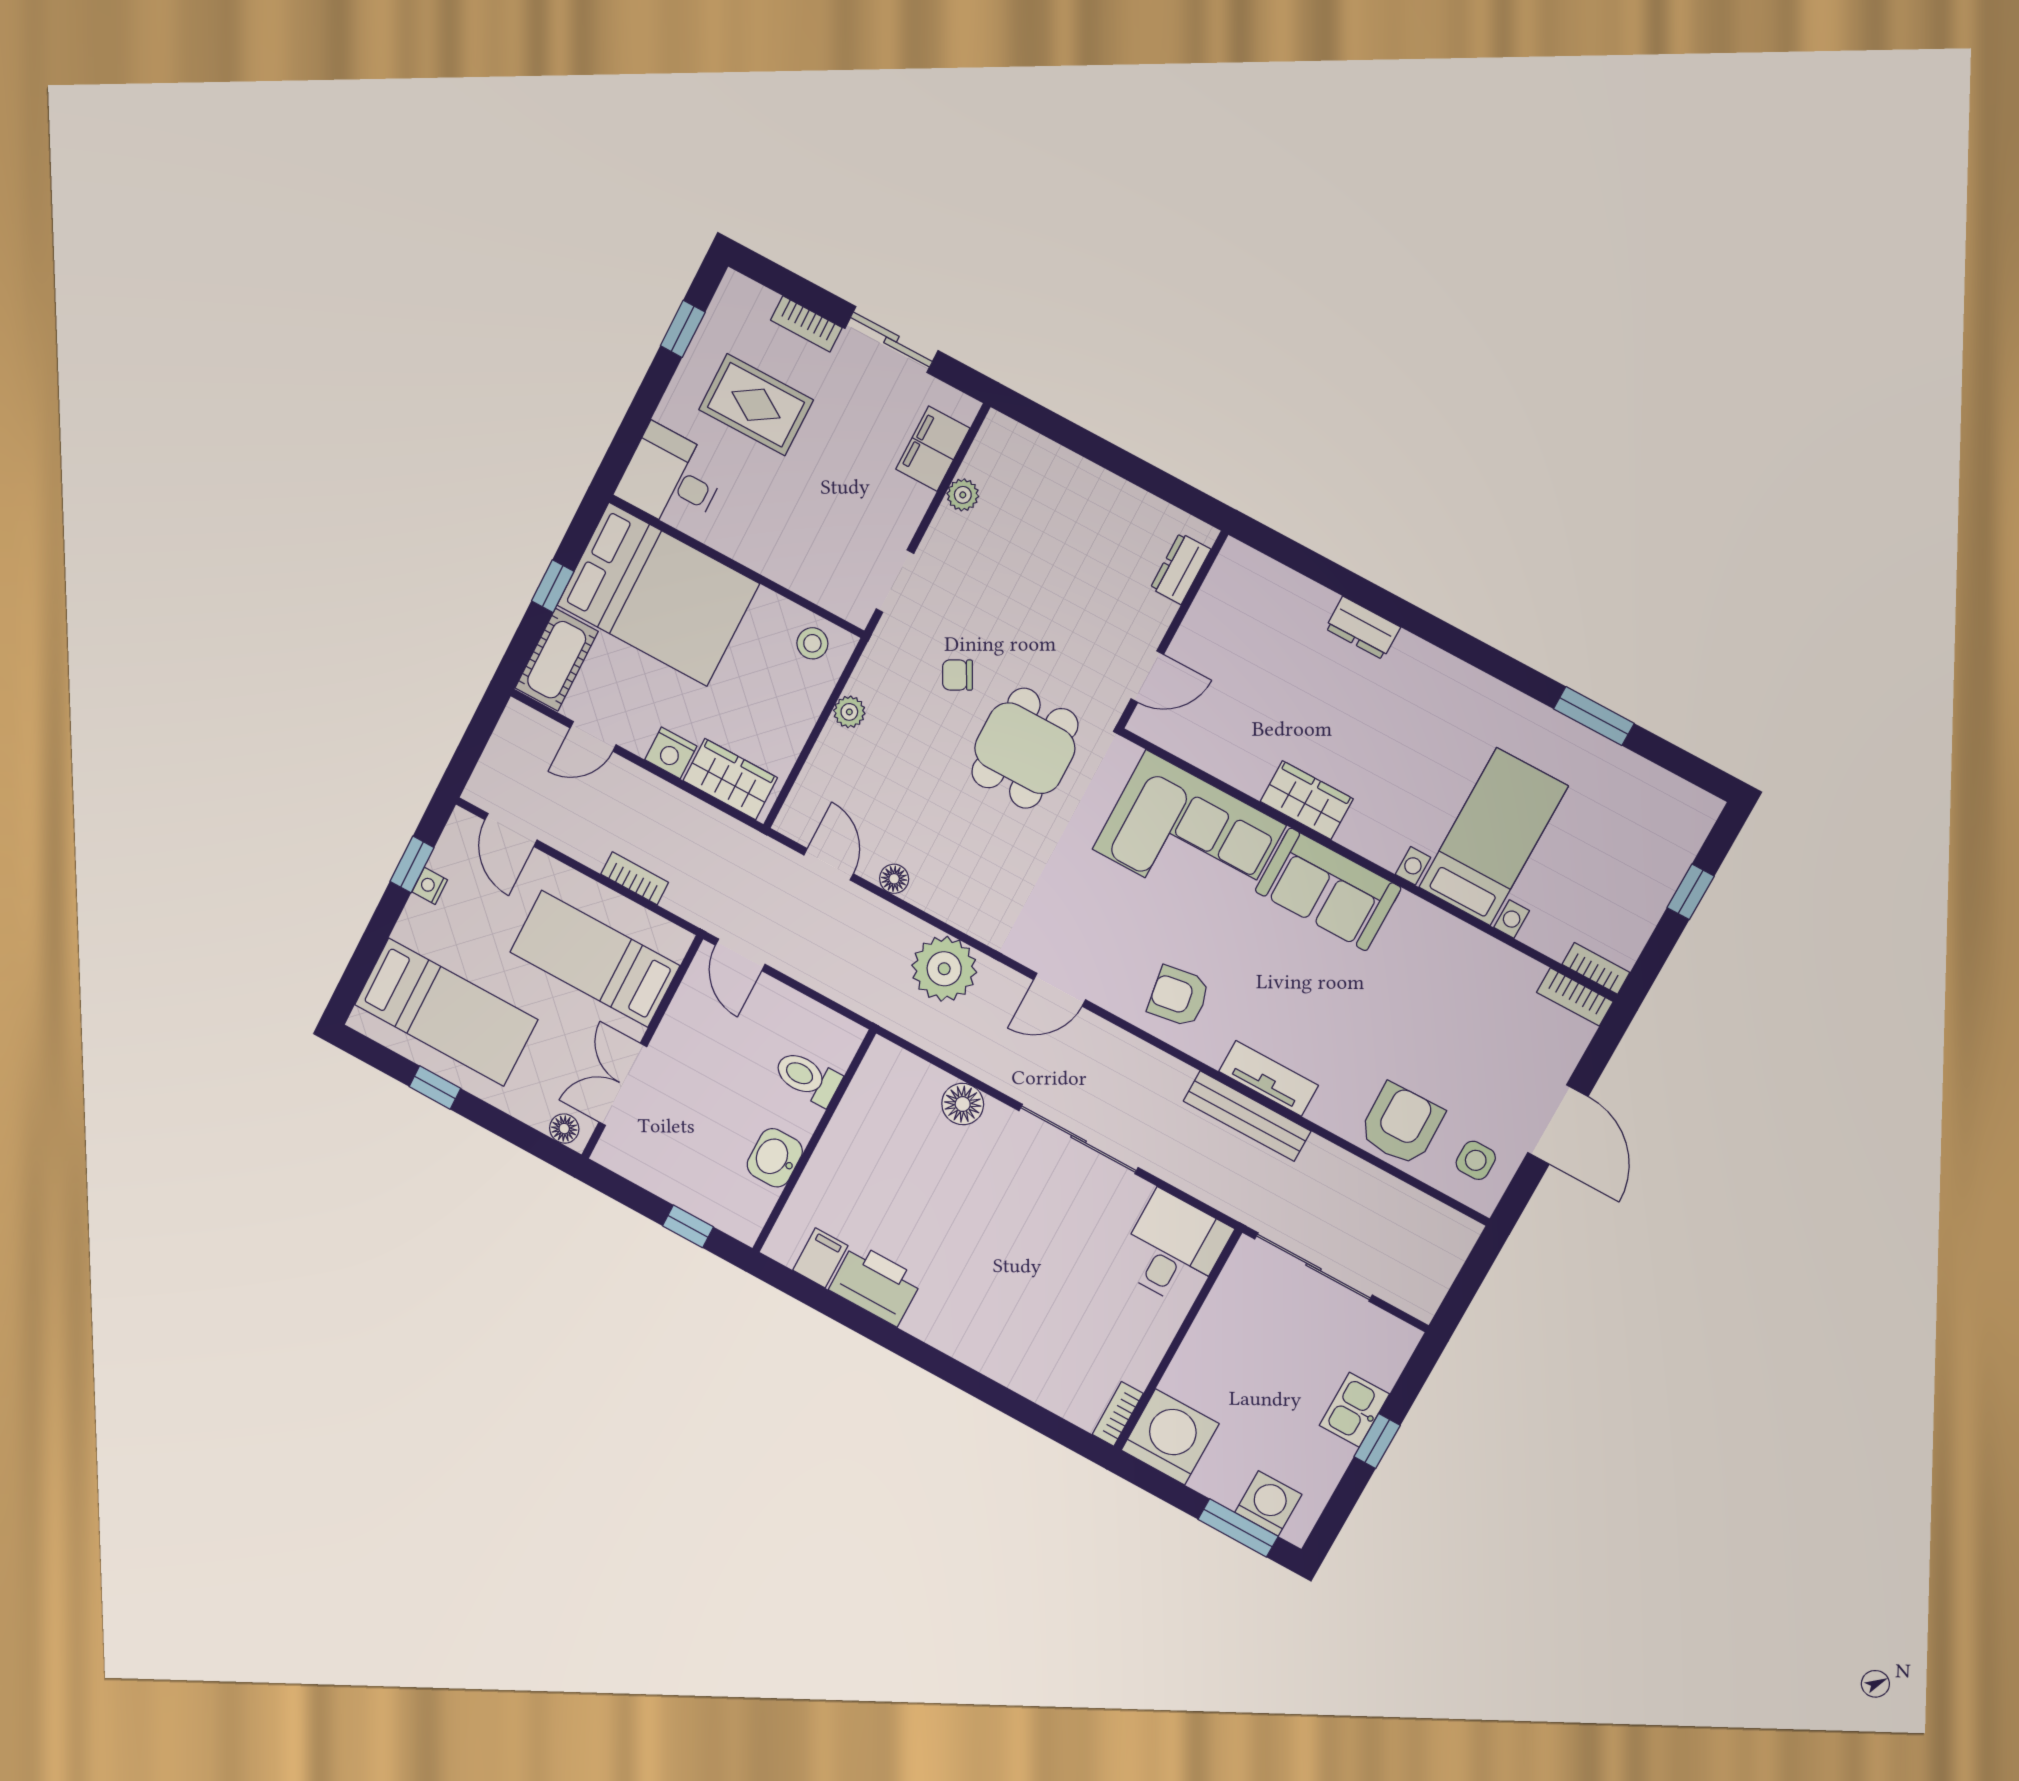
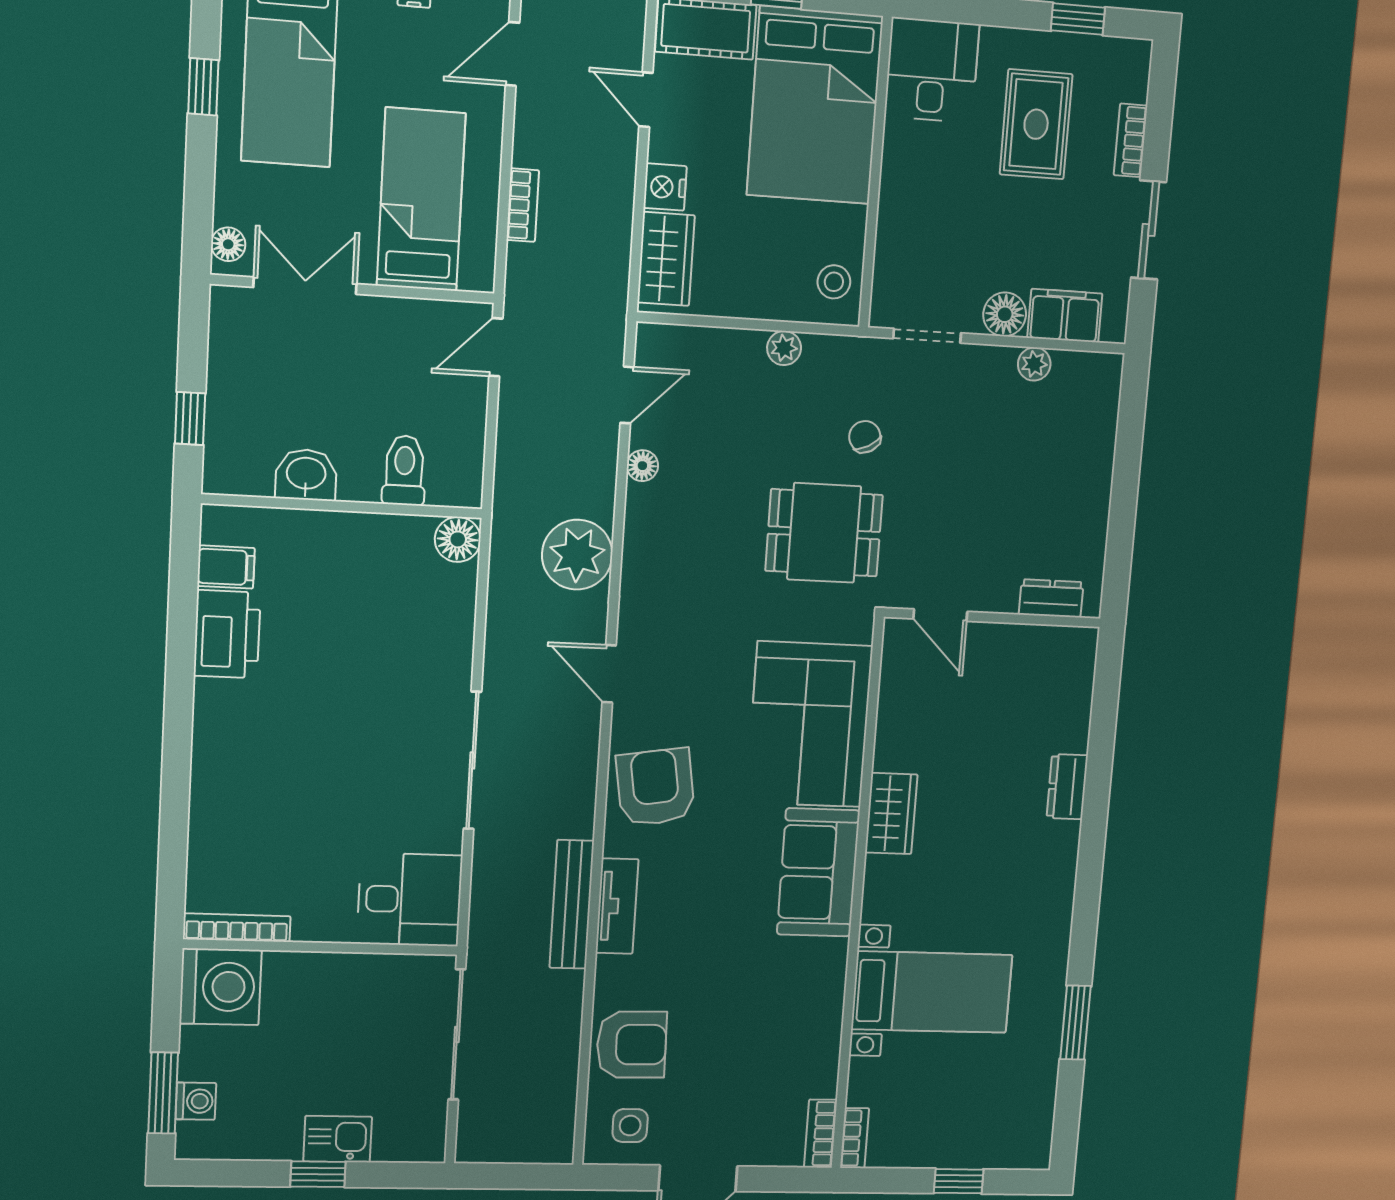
floor lamp: (907, 503) -> (1005, 314), added
armchair: (1179, 996) -> (655, 787), width x1.38, depth x1.38
floor lamp: (963, 1104) -> (458, 539), moved
bookcase: (1118, 1414) -> (237, 928), width x1.56
washing machine: (1268, 1503) -> (196, 1101), width x0.73, depth x0.73

